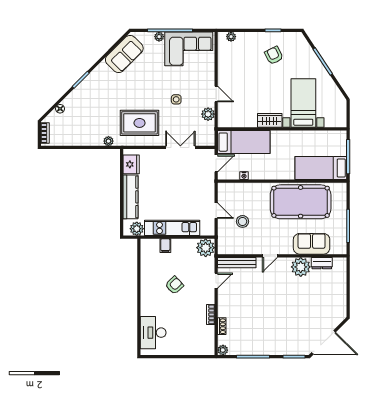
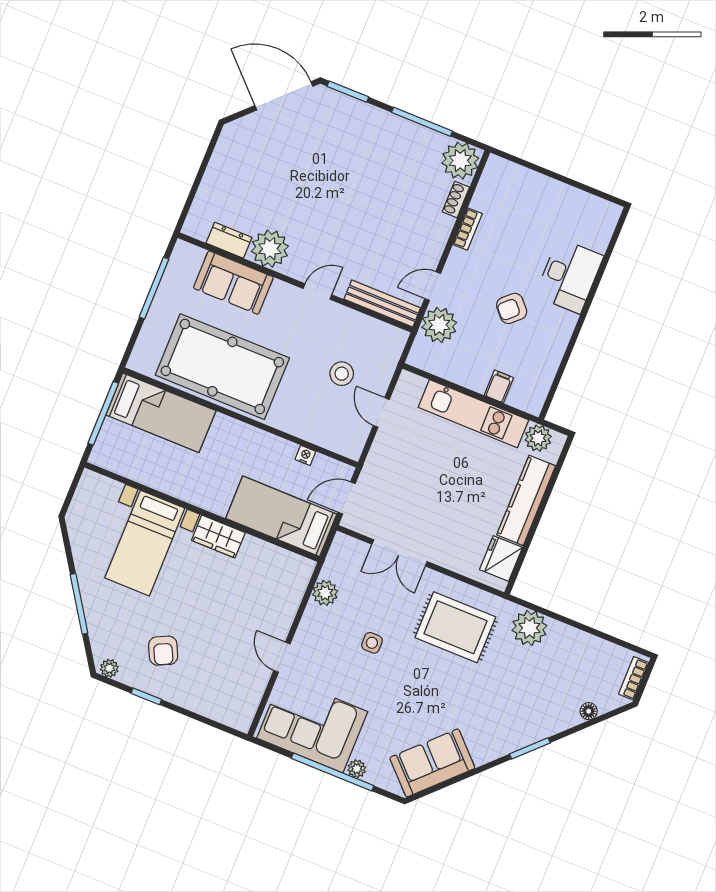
plant: (231, 37) -> (109, 668), moved
door: (216, 94) -> (282, 657), moved
plant: (108, 141) -> (529, 628), width x1.88, depth x1.88
plant: (206, 248) -> (439, 325), moved
desk: (153, 333) -> (569, 276), moved
plant: (223, 350) -> (460, 161), width x1.87, depth x1.87

